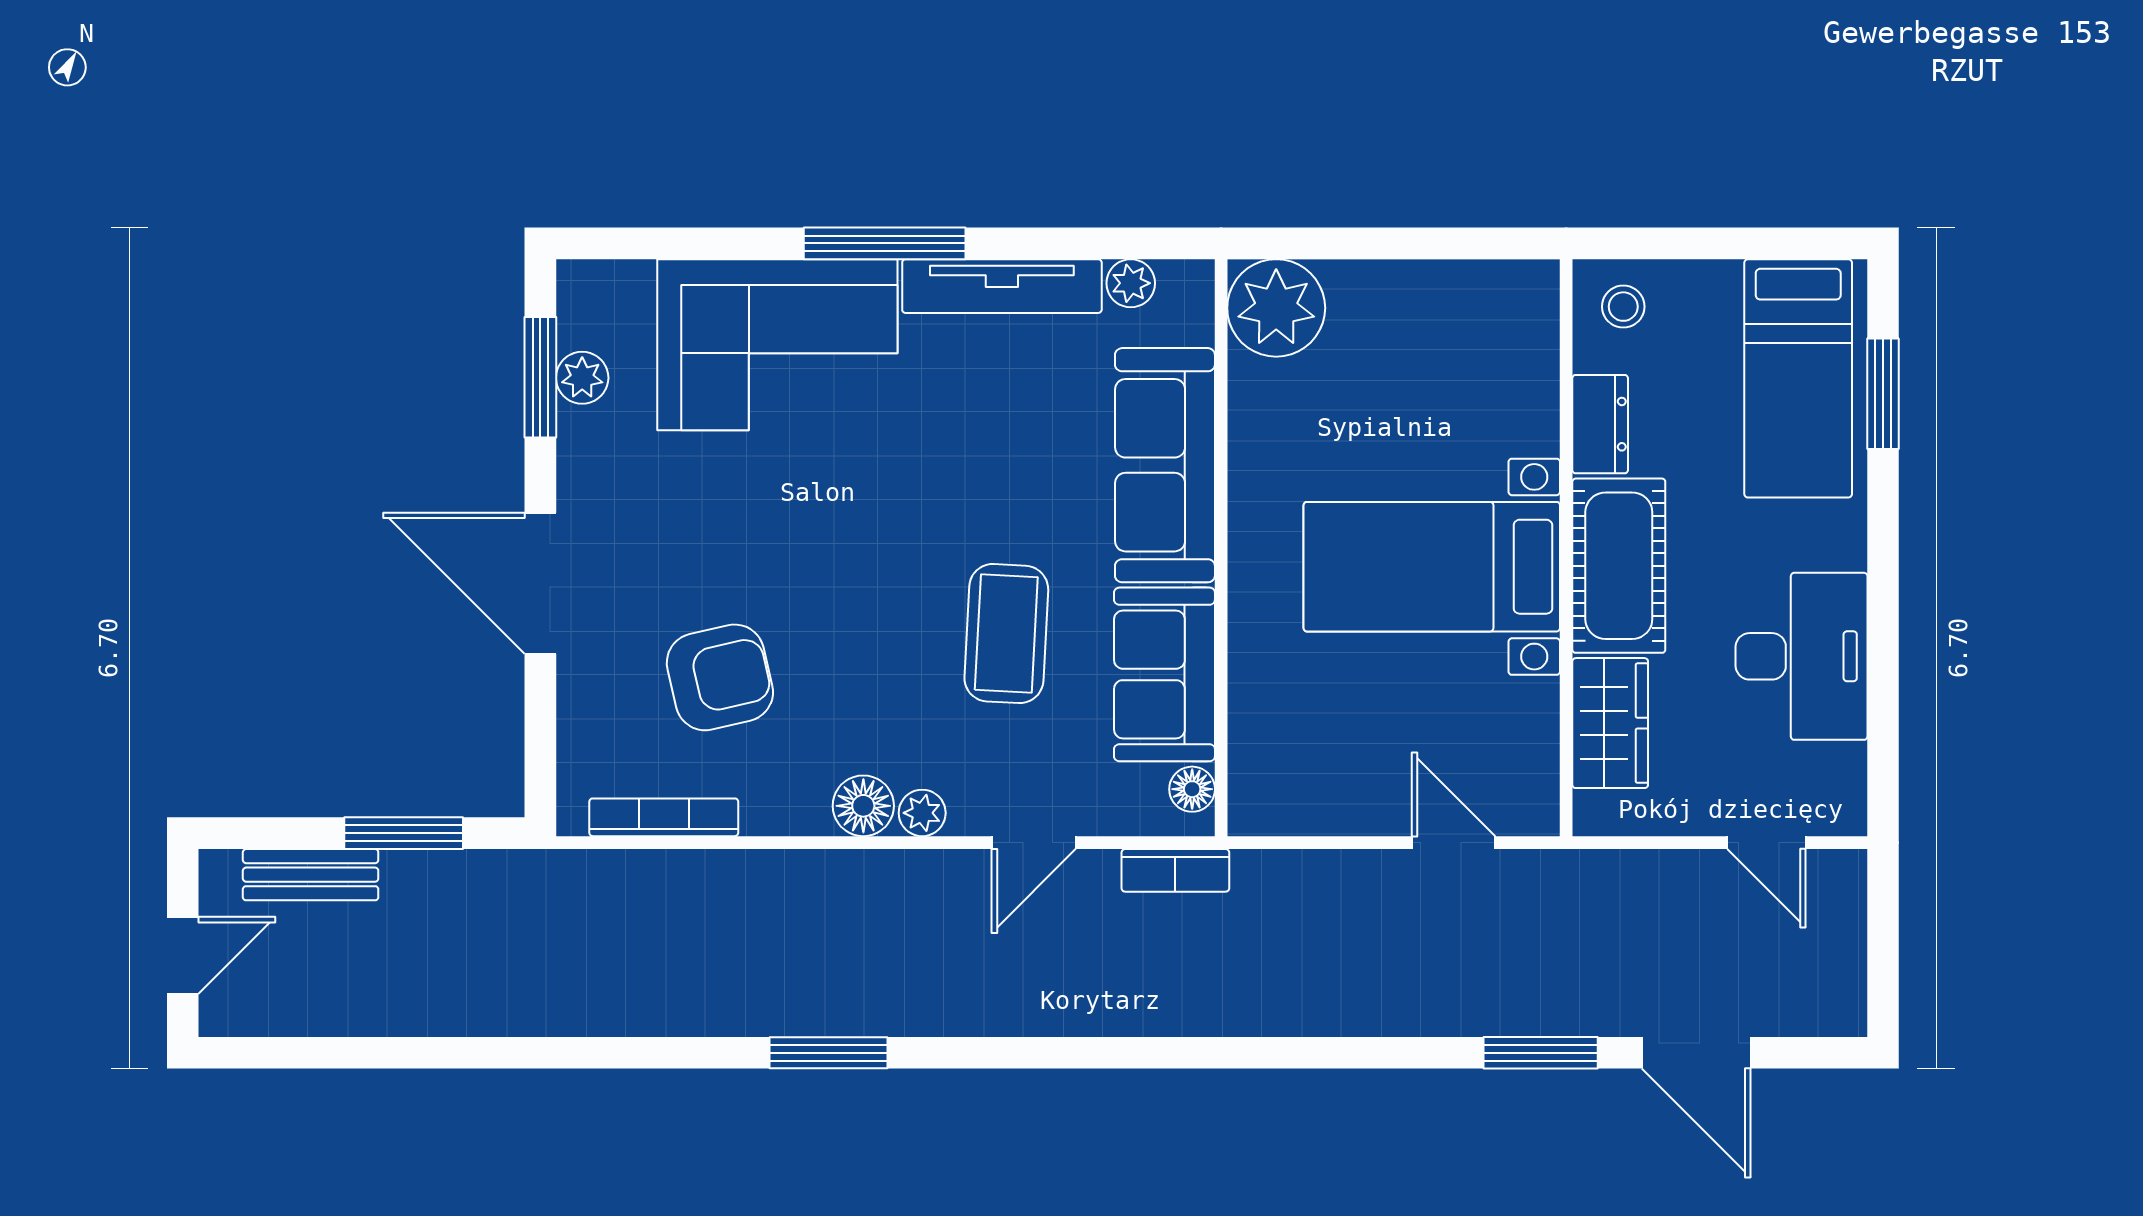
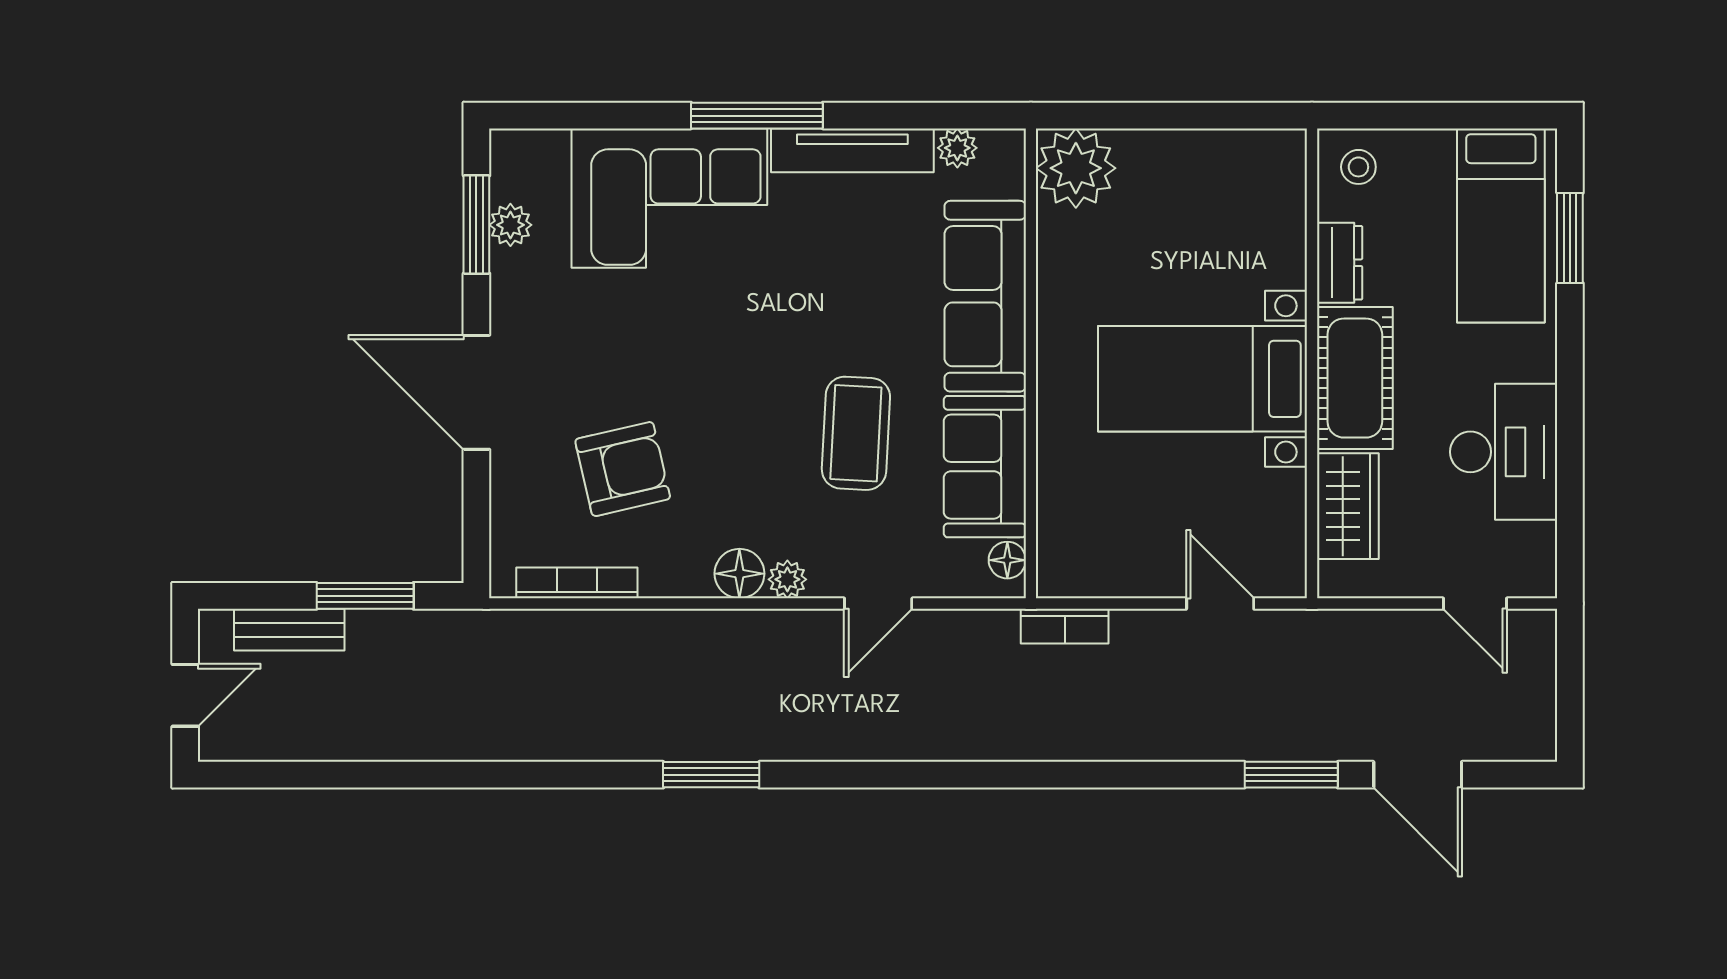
bookcase: (1175, 870) -> (1065, 626), moved

